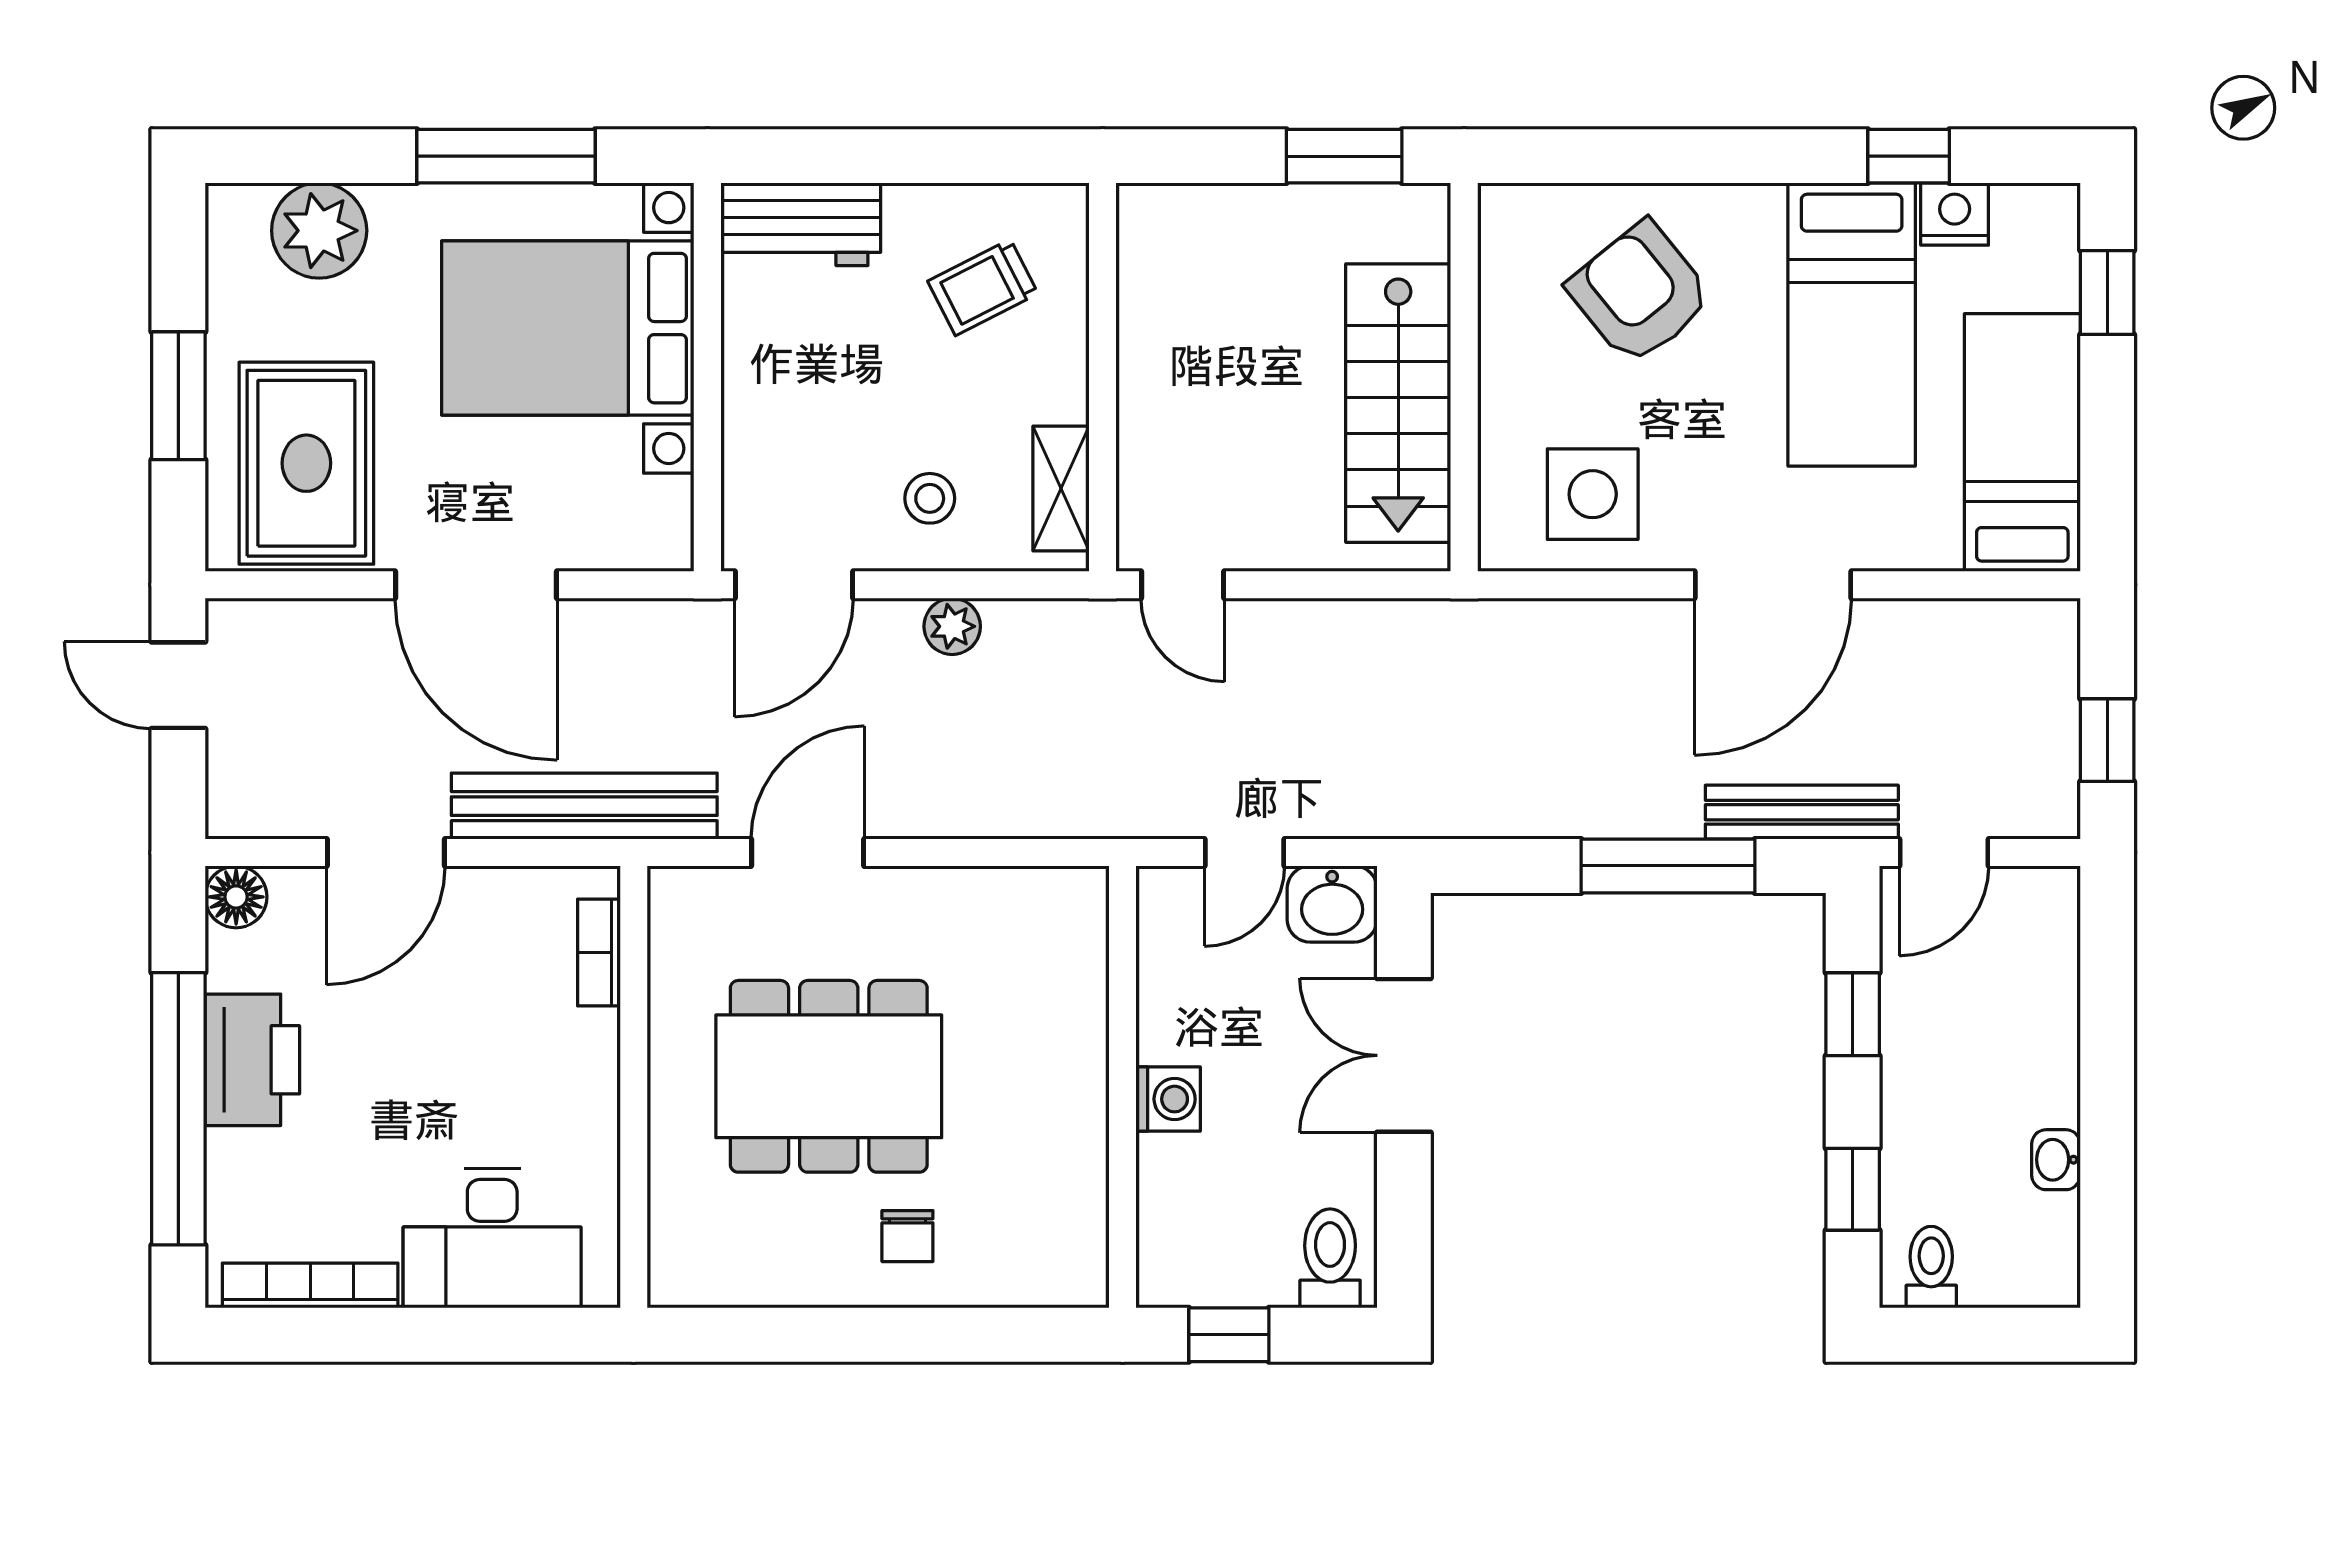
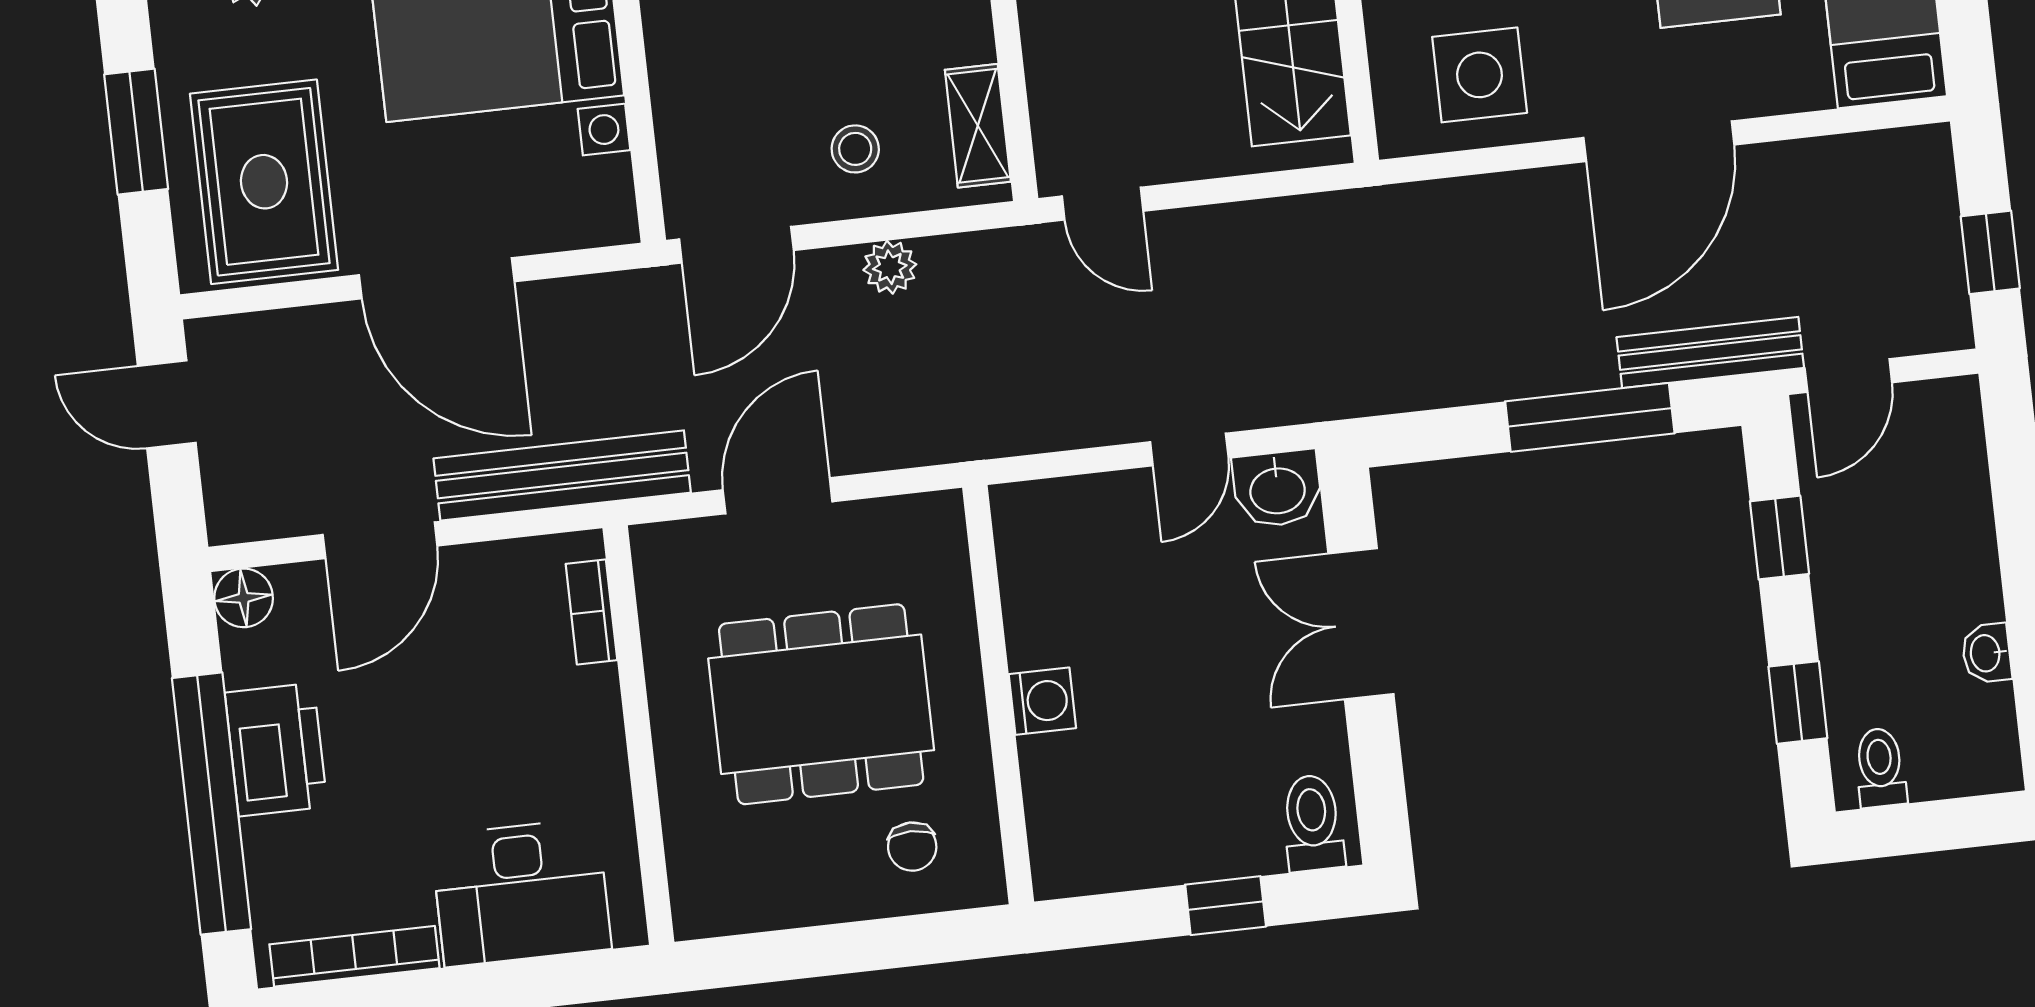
wall: (1123, 1087) -> (998, 695), moved
washing machine: (1168, 1099) -> (1042, 701), moved

